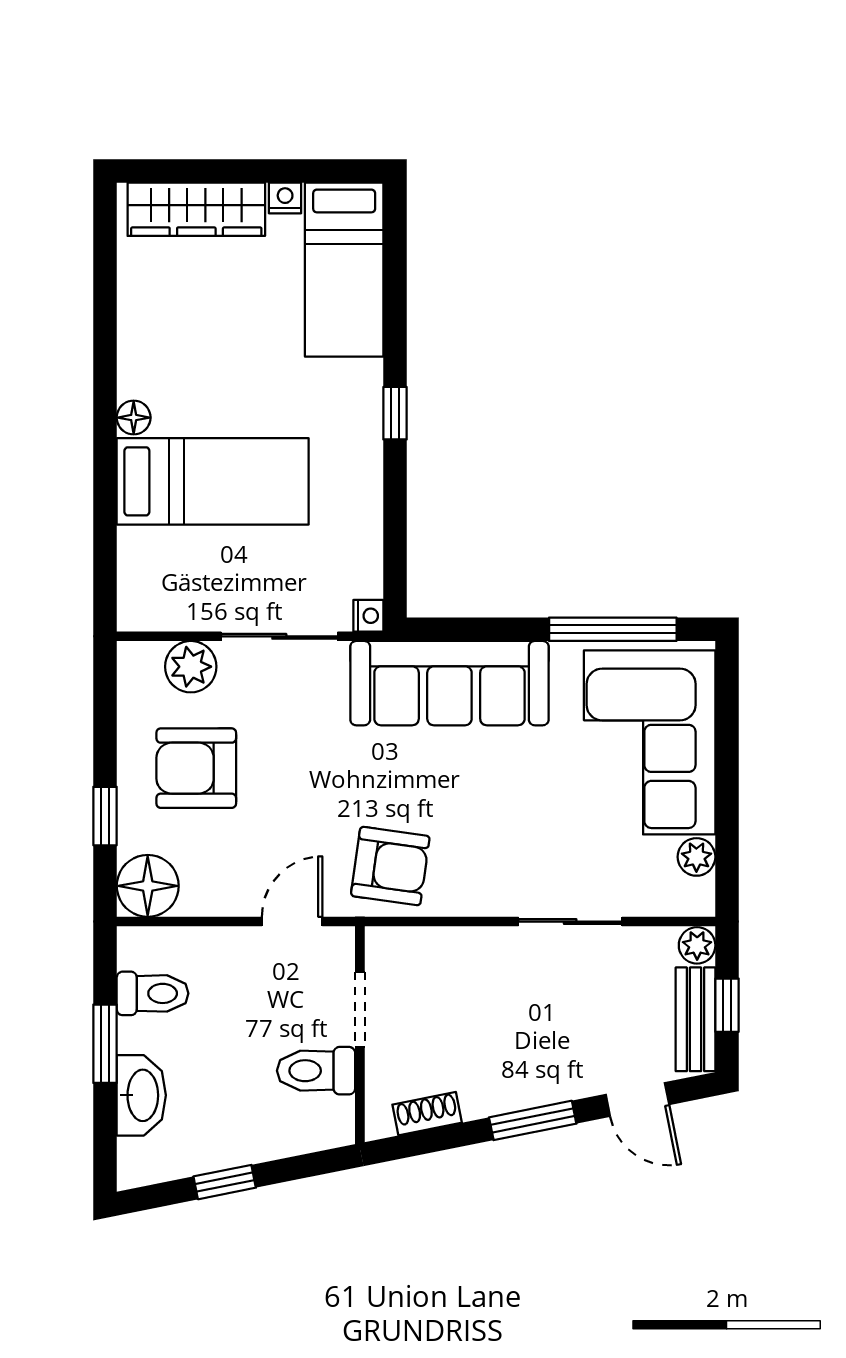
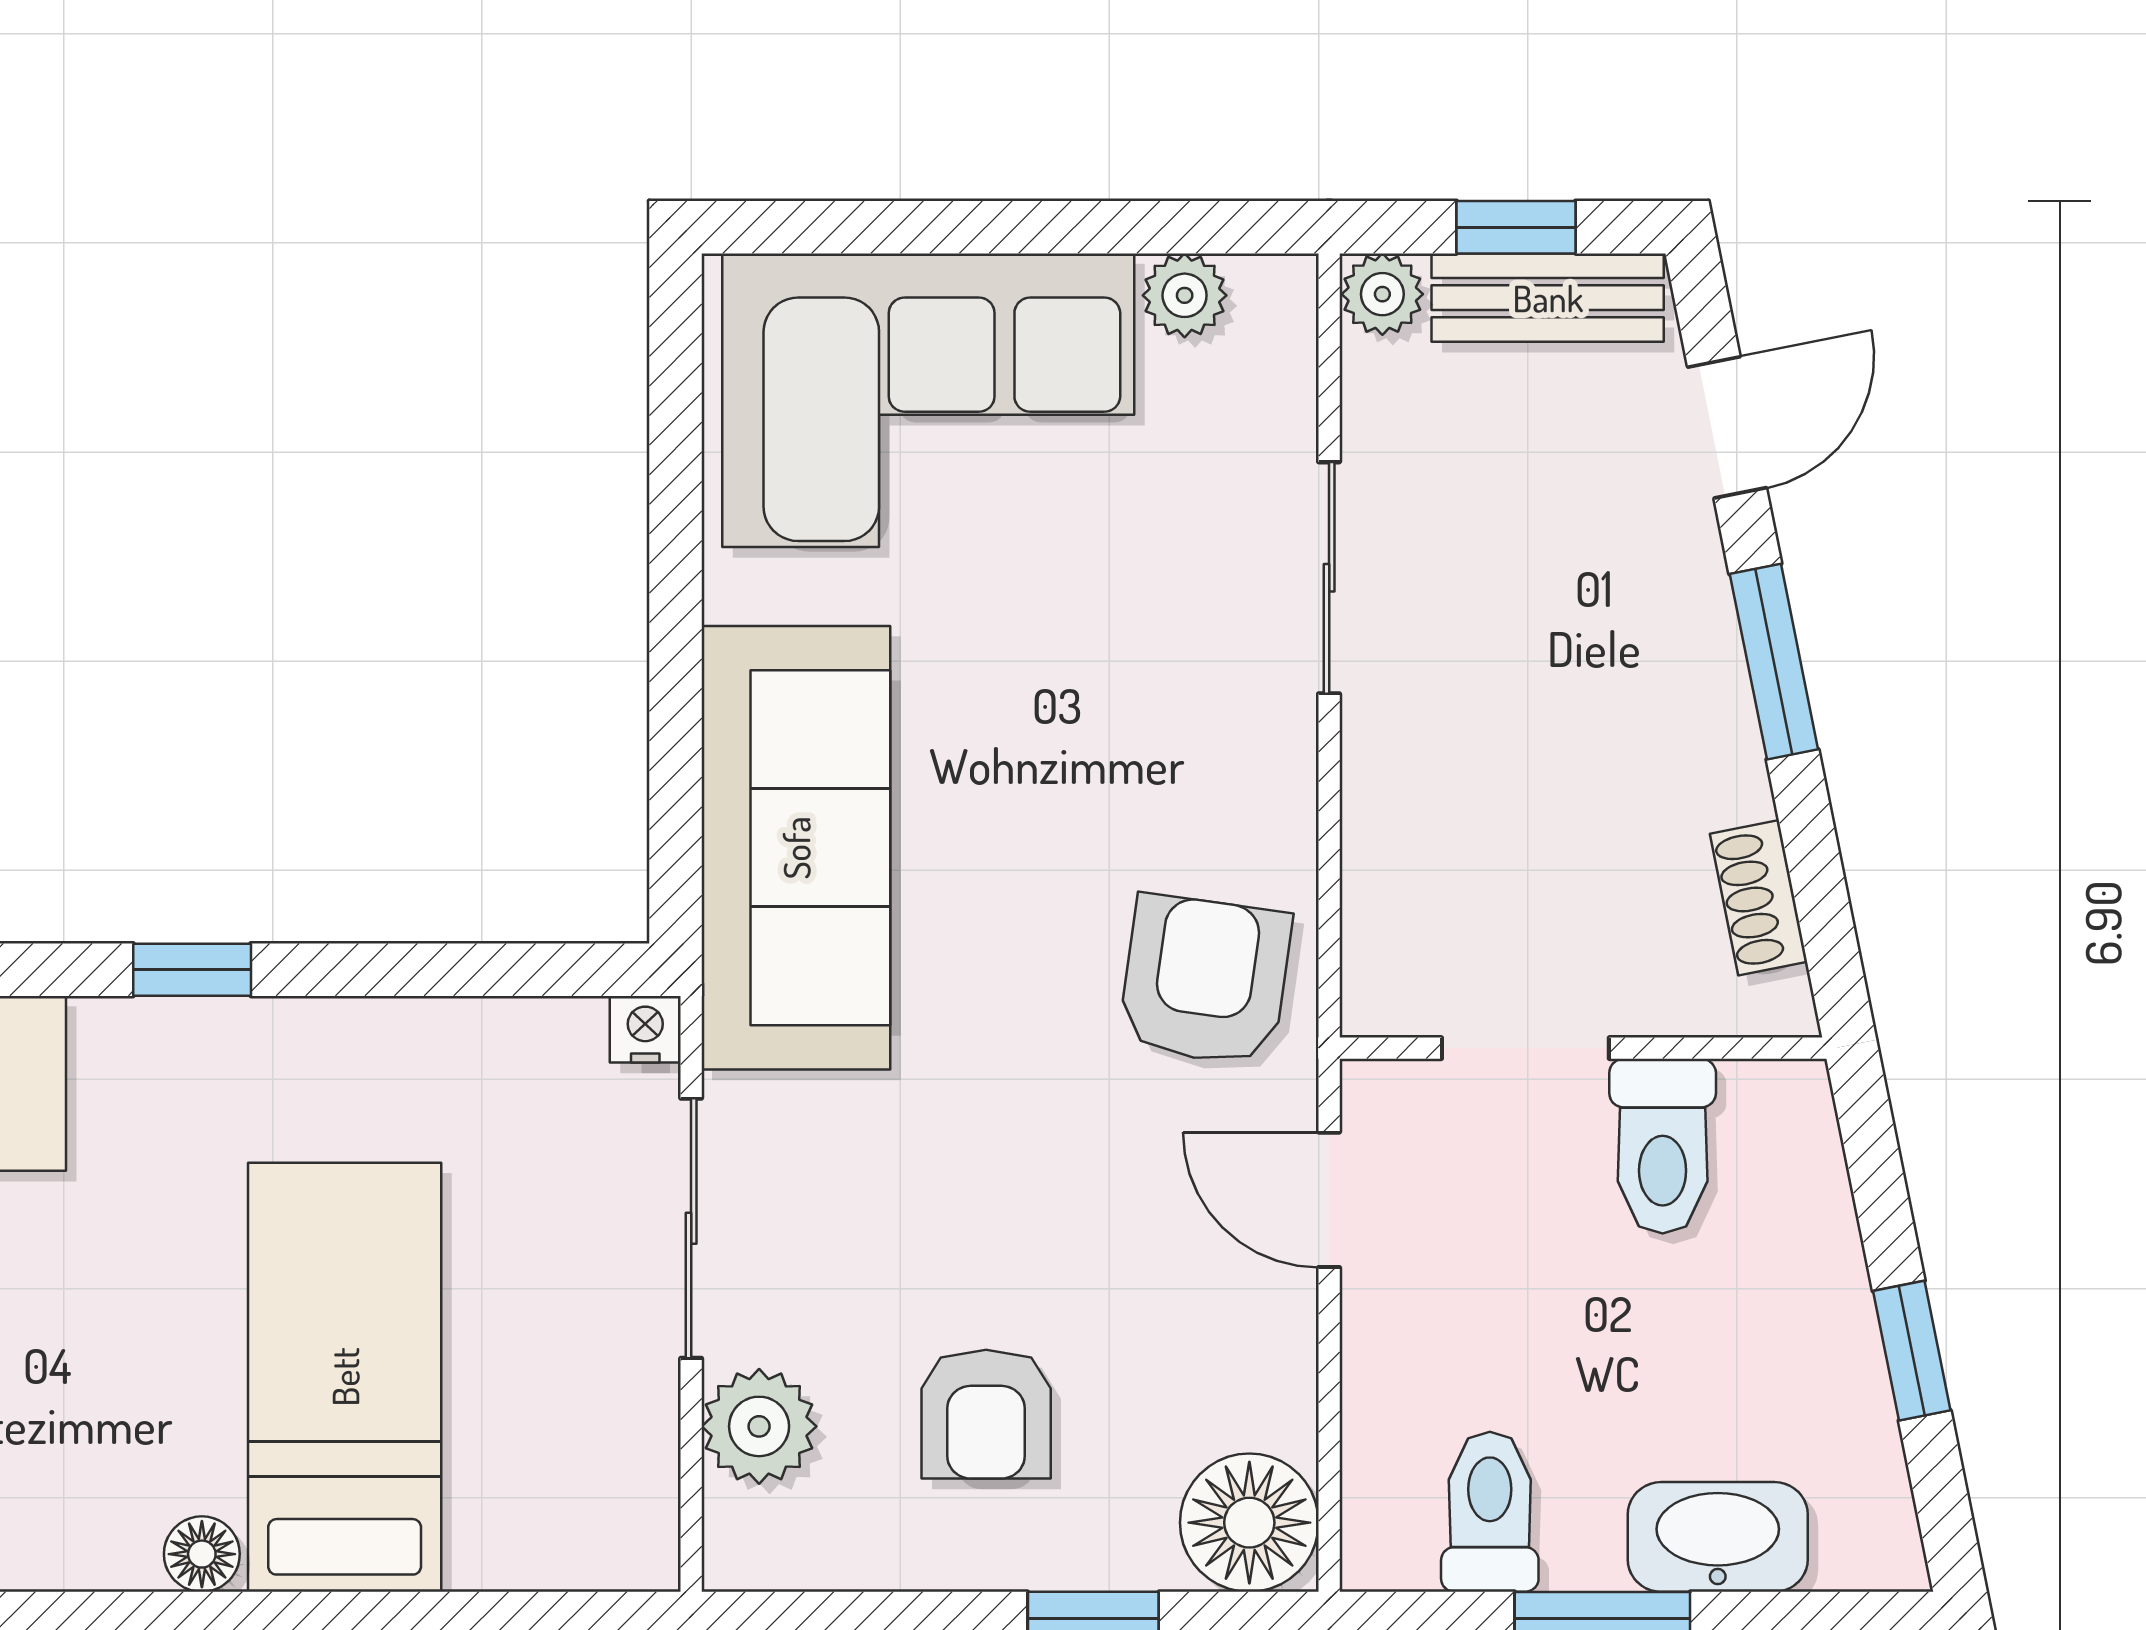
window: (613, 629) -> (675, 482), removed
armchair: (196, 768) -> (986, 1414), width x0.72, depth x0.72

